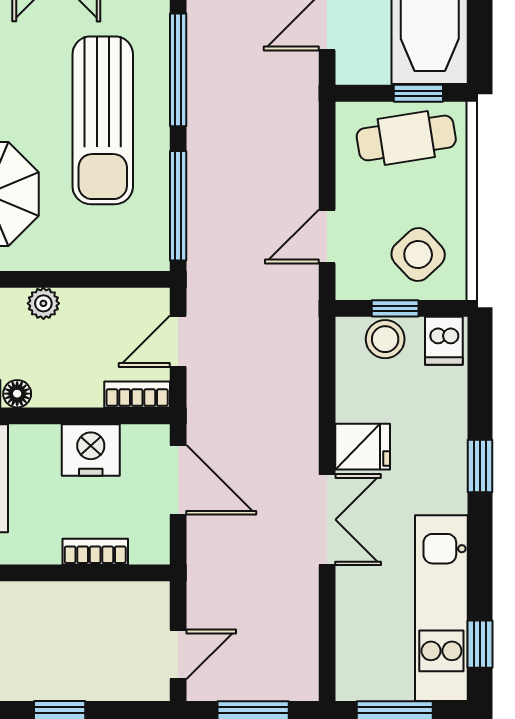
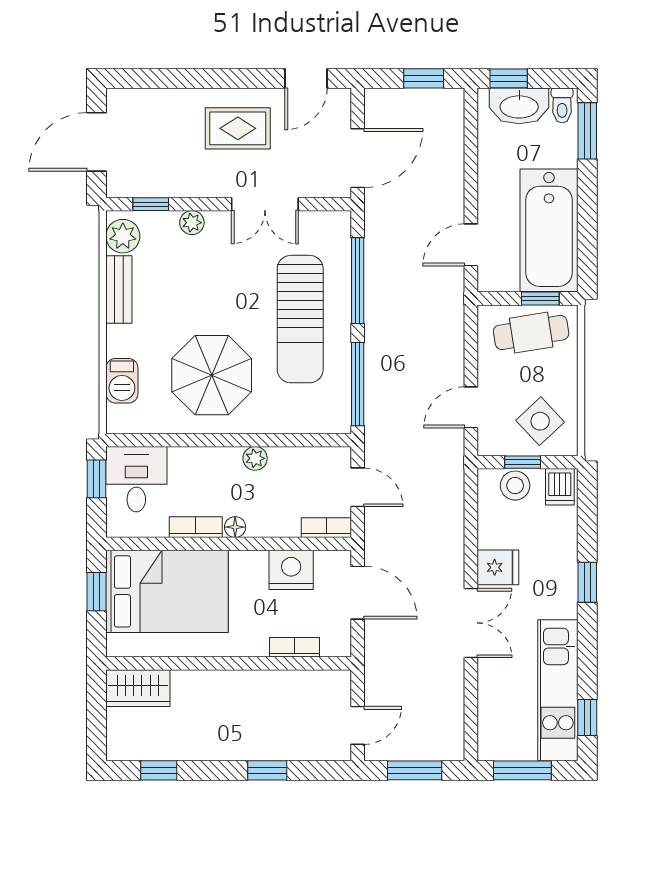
door: (178, 341) -> (358, 487), swing flipped

